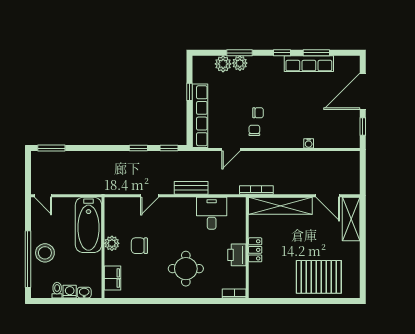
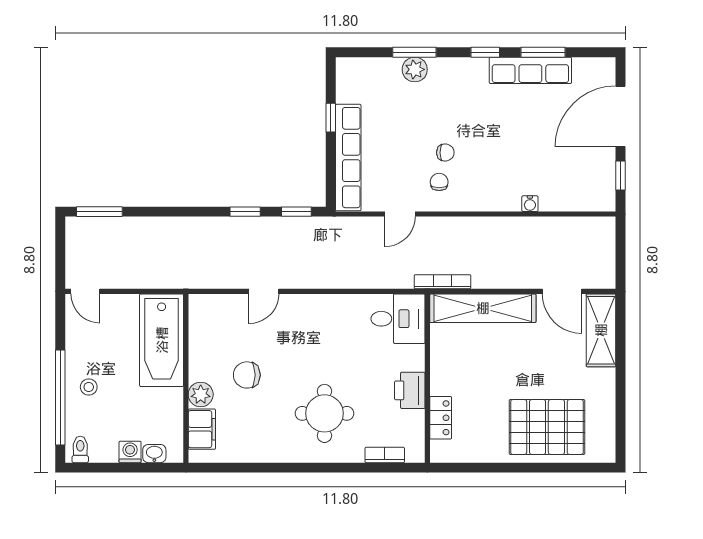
plant: (223, 64) -> (387, 71), removed
bench: (191, 188) -> (333, 278), removed
desk: (212, 213) -> (398, 319), moved, turned 90
plant: (112, 243) -> (201, 394), moved
locker: (255, 250) -> (441, 418), moved
stool: (45, 253) -> (89, 387), width x0.53, depth x0.53
toilet: (57, 290) -> (80, 449), moved
bookcase: (234, 293) -> (385, 455), moved

